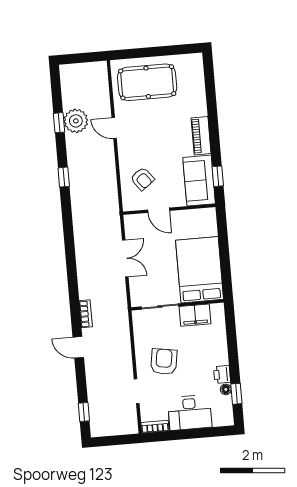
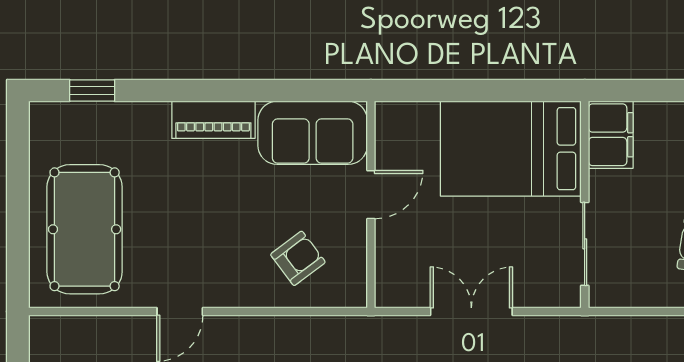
window: (218, 176) -> (92, 90), moved
door: (159, 210) -> (371, 195), moved
filing cabinet: (195, 315) -> (611, 135), moved

